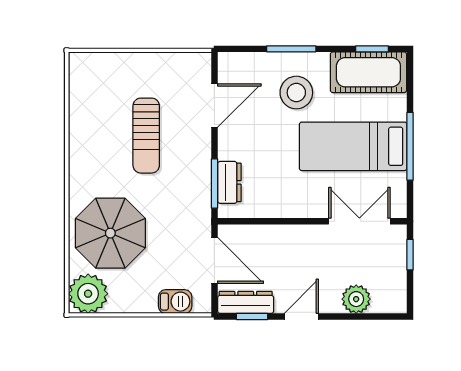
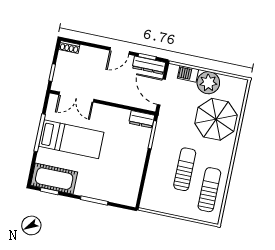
stool: (296, 93) -> (96, 176), removed
door: (214, 106) -> (143, 178), removed
sun lounger: (96, 109) -> (209, 190), added
dresser: (229, 182) -> (142, 119), moved, turned -90
plant: (88, 294) -> (208, 83), moved
plant: (356, 299) -> (87, 54), removed
shoe rack: (390, 305) -> (69, 47), added

